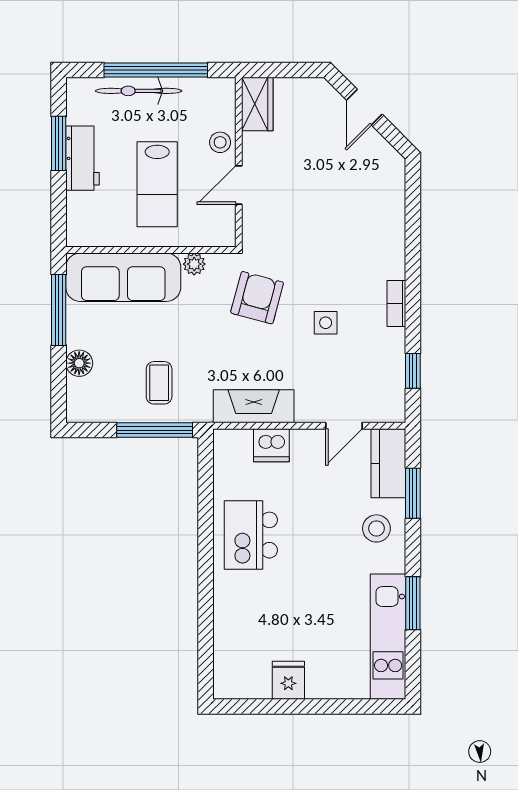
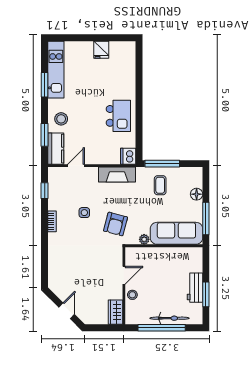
lab bench: (157, 184) -> (161, 276), removed
dishwasher: (271, 445) -> (128, 156), moved, turned -90

